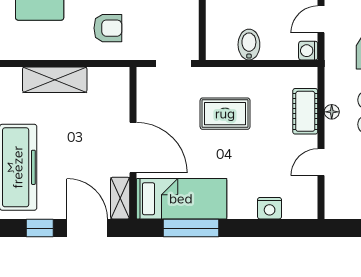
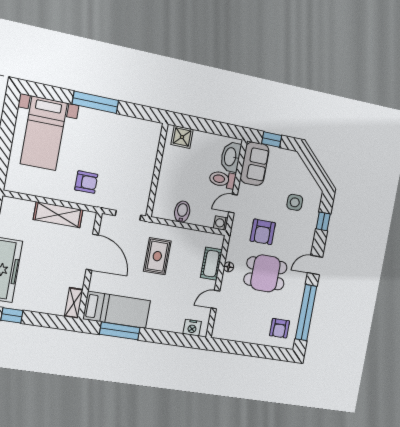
shelving: (55, 80) -> (58, 215), moved
rug: (225, 114) -> (157, 256), turned 90
door: (133, 148) -> (92, 252), moved
nightstand: (270, 208) -> (192, 328), moved
door: (87, 228) -> (46, 320), removed

